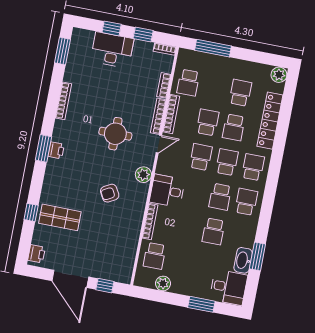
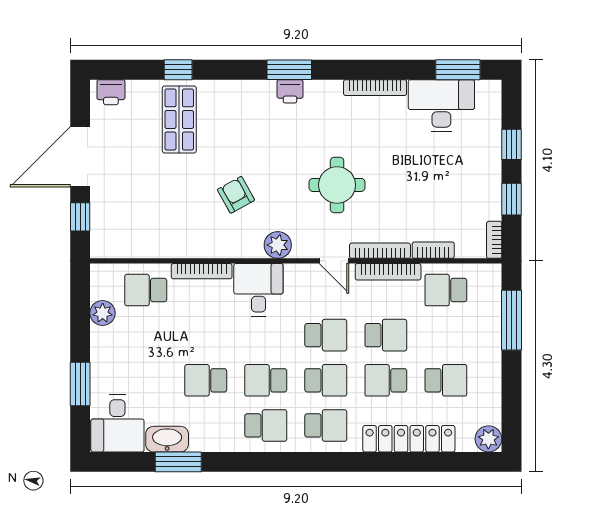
desk: (112, 50) -> (441, 105), moved, turned -90

